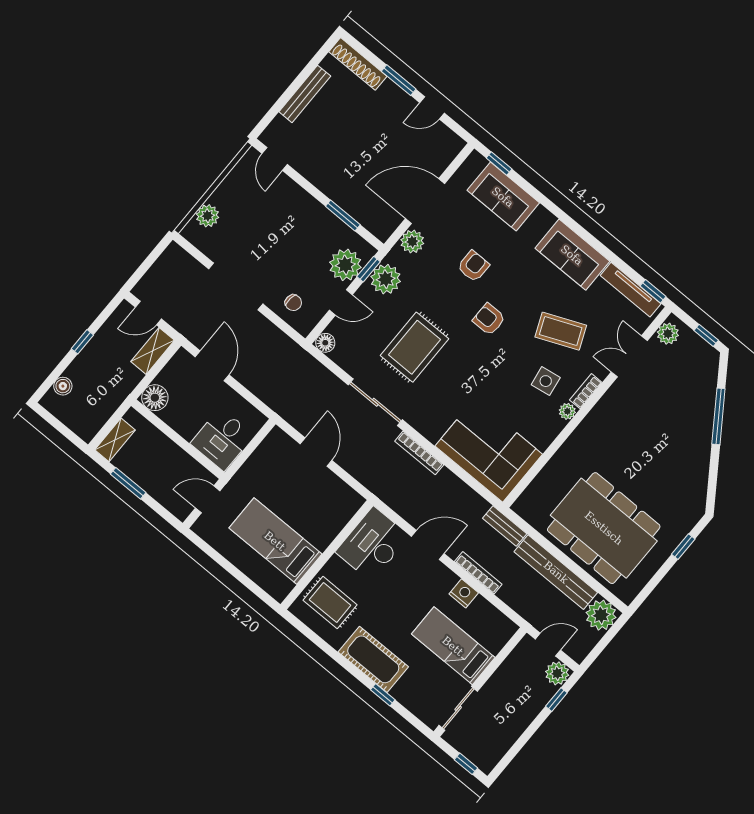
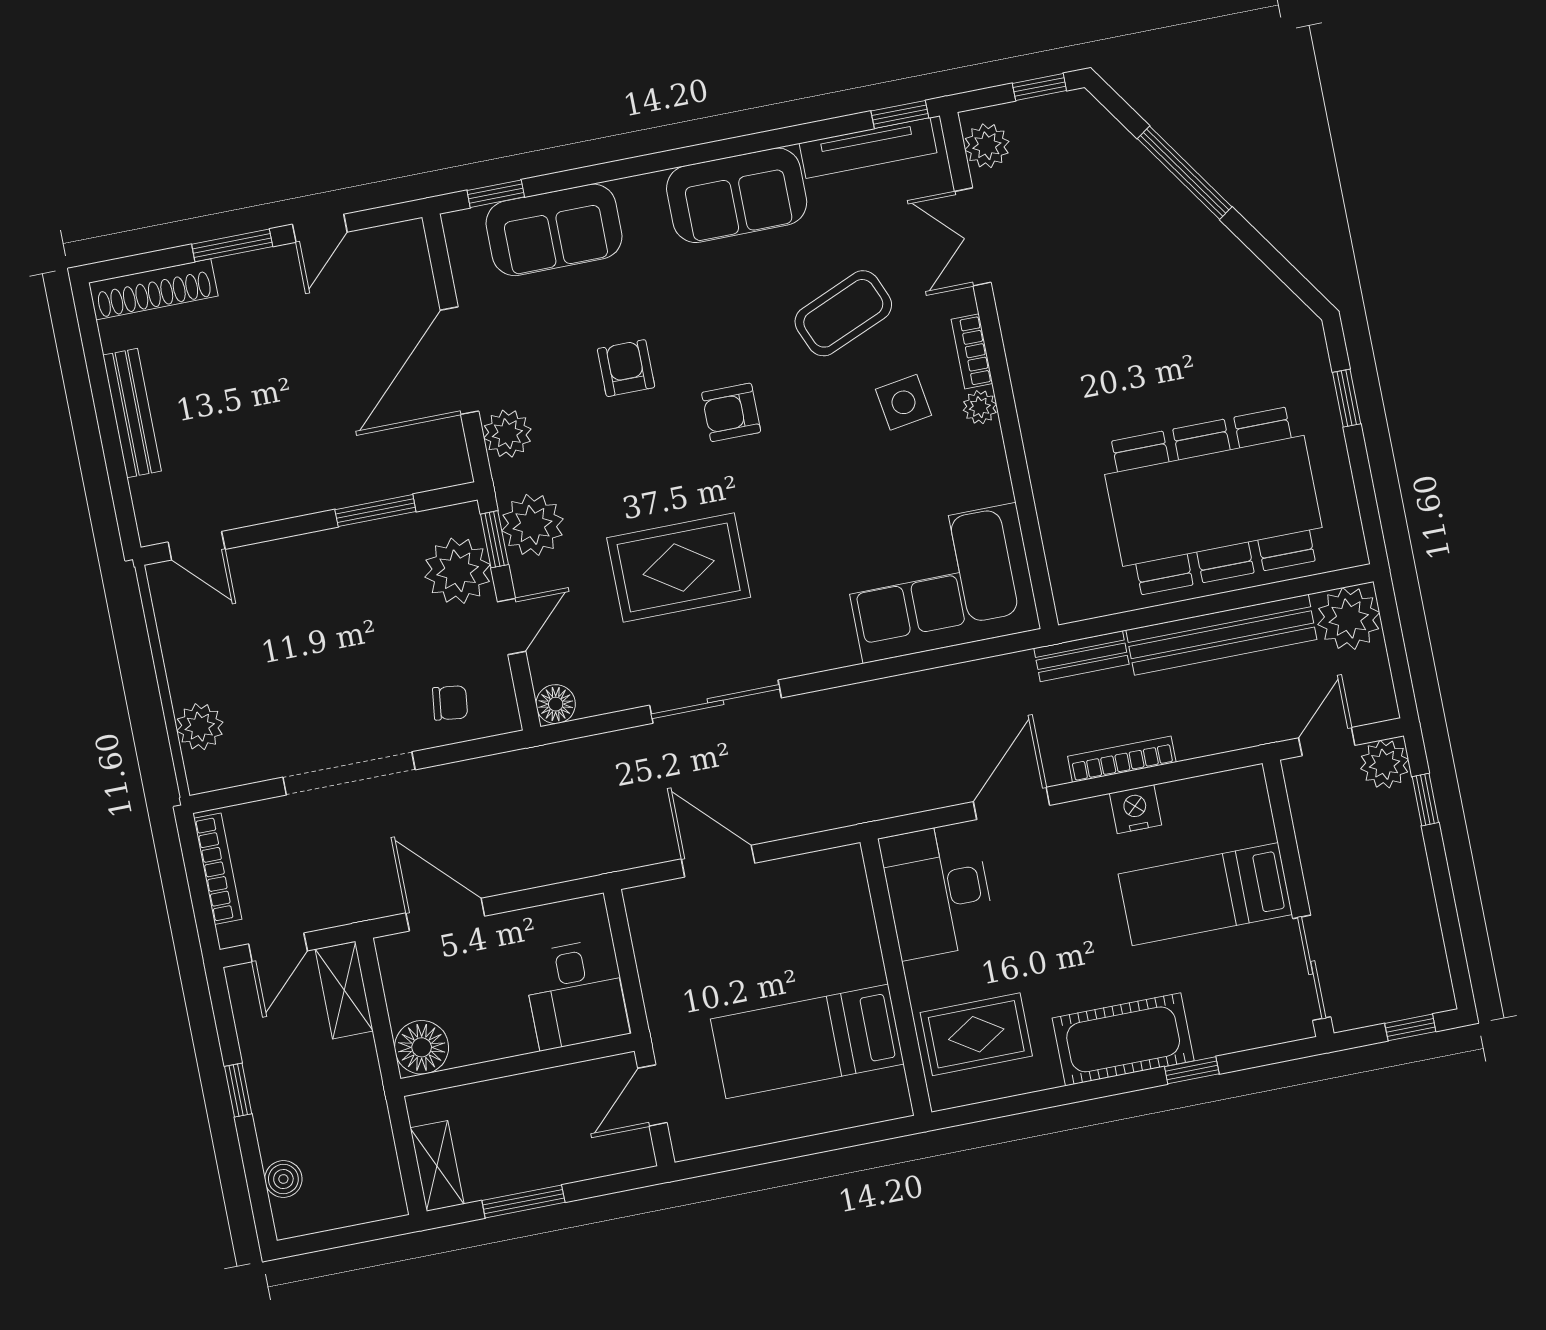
rug: (414, 347) -> (679, 568), turned 90
bookcase: (419, 453) -> (218, 869), moved, turned -90

